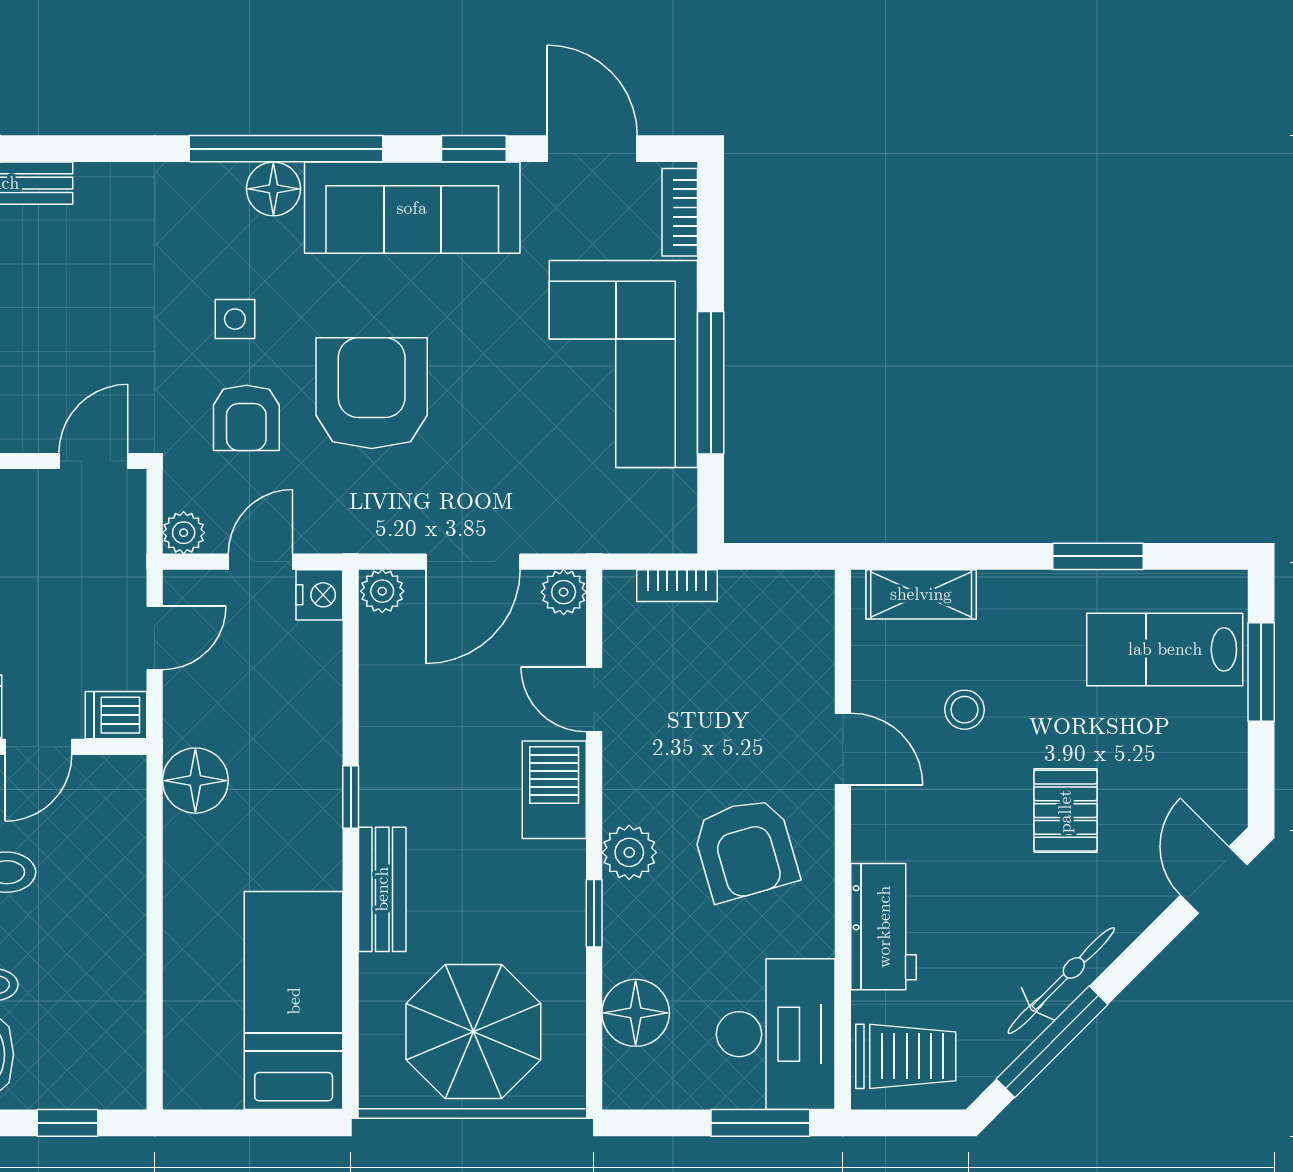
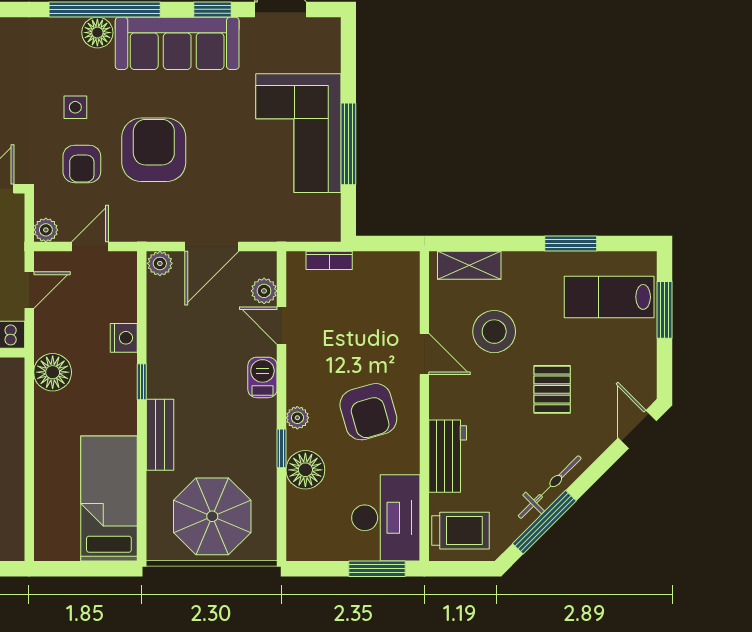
bookcase: (680, 212) -> (331, 46), removed
plant: (564, 592) -> (264, 291), moved
nightstand: (319, 595) -> (124, 338), moved
stool: (965, 710) -> (494, 332), width x1.89, depth x1.89
barbecue: (554, 790) -> (262, 377), width x0.73, depth x0.79
plant: (629, 852) -> (297, 418), width x0.73, depth x0.73
floor lamp: (636, 1013) -> (305, 470), moved

